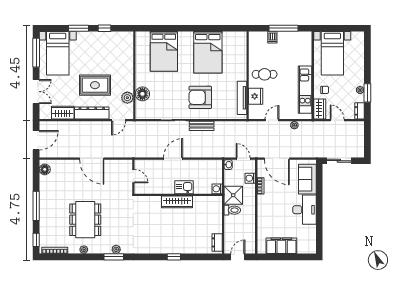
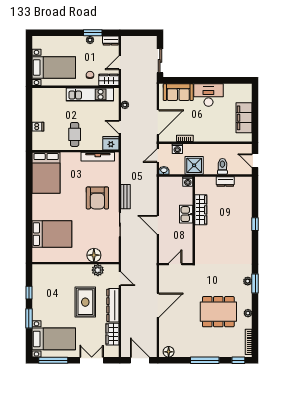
window: (284, 28) -> (29, 116), removed
bed: (208, 52) -> (46, 173), moved, turned 90
fridge: (256, 96) -> (111, 143), moved
wardrobe: (177, 202) -> (201, 210), moved
toilet: (232, 210) -> (222, 166), moved
dresser: (217, 242) -> (225, 181), moved

